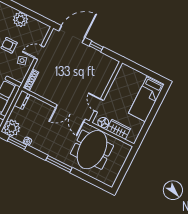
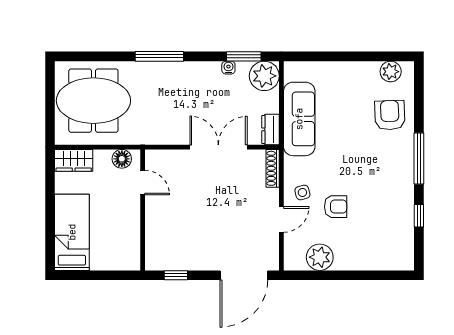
plant: (20, 19) -> (320, 257), moved
window: (96, 46) -> (176, 275), moved
double door: (70, 113) -> (218, 147), moved
wardrobe: (119, 129) -> (74, 160), moved
meeting table: (92, 150) -> (93, 101), moved, turned 90

